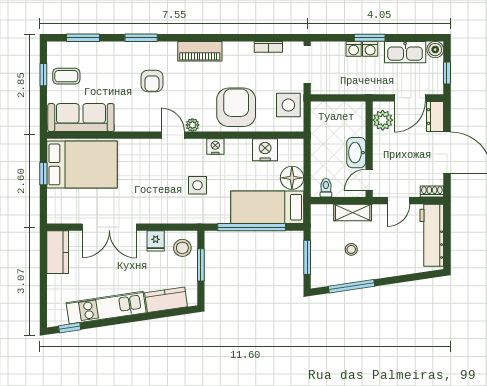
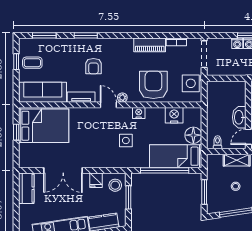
piano: (200, 51) -> (150, 45), moved
tv unit: (135, 124) -> (81, 97), added

